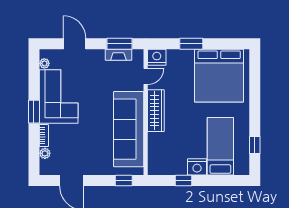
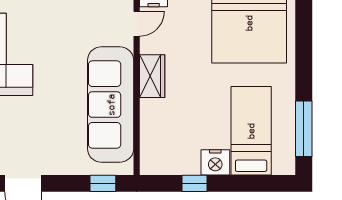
wardrobe: (156, 111) -> (152, 76), width x0.67
window: (255, 145) -> (304, 129), width x2.17

